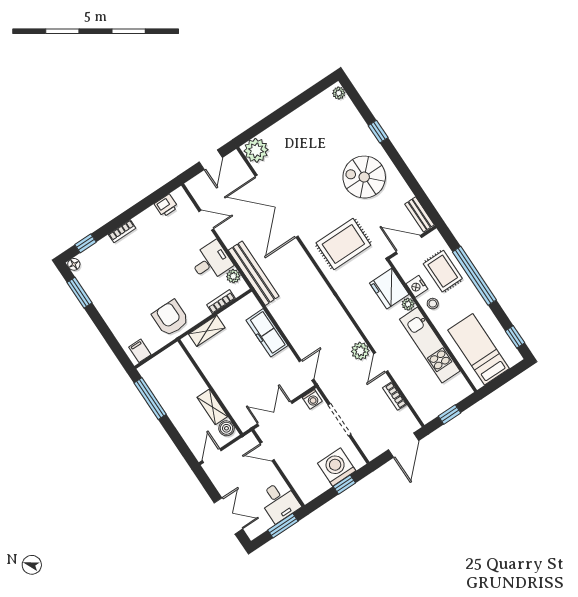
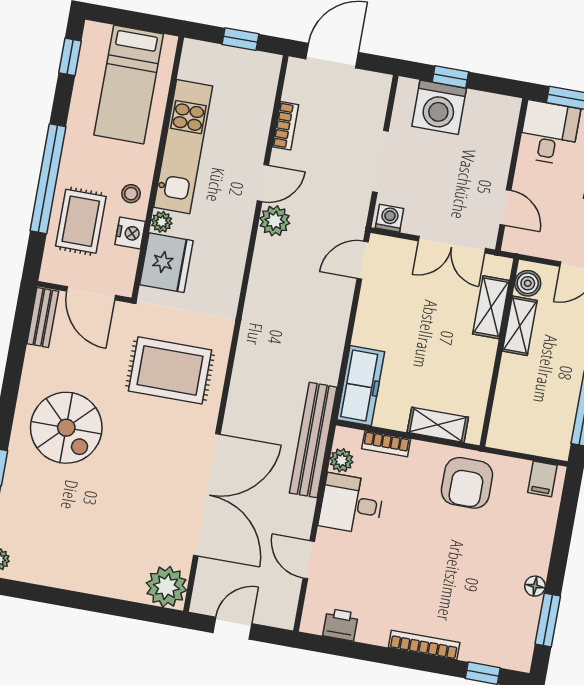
bookcase: (122, 231) -> (424, 645), width x1.56
floor lamp: (74, 264) -> (535, 586), moved
freezer: (267, 333) -> (361, 386), moved
shelving: (232, 403) -> (491, 307), added

